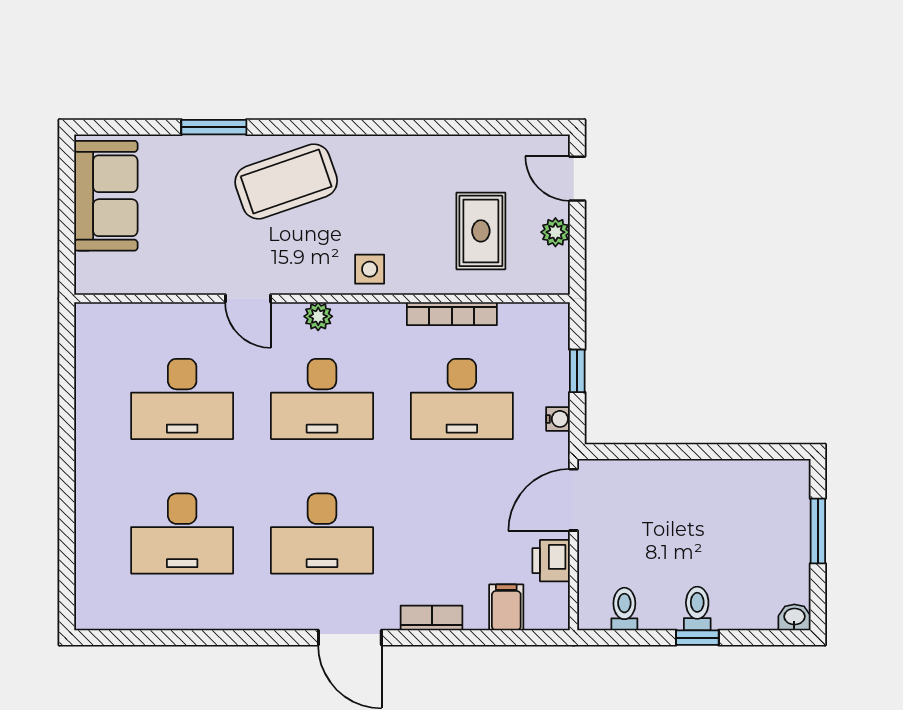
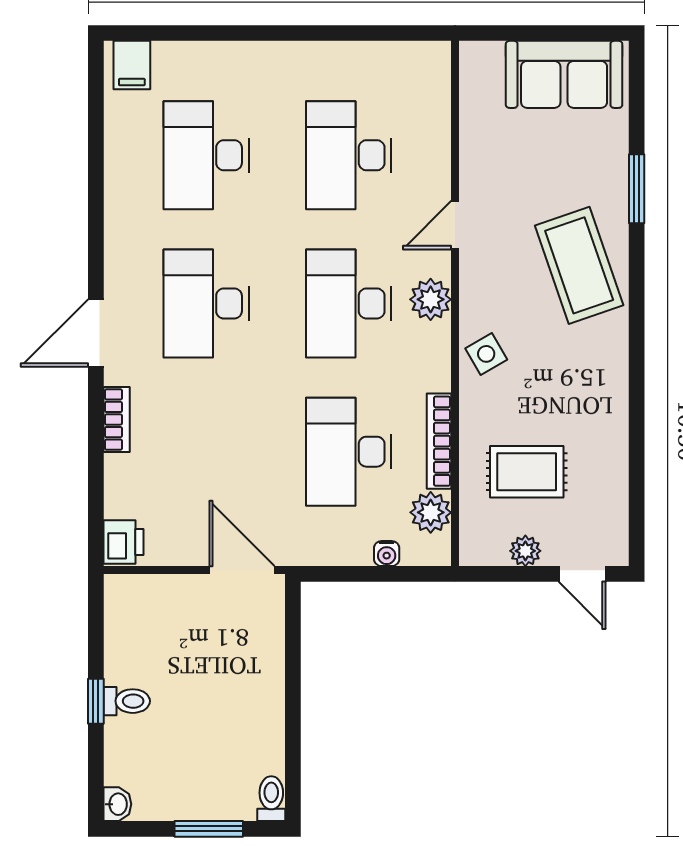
door: (577, 179) -> (582, 574), swing flipped
side table: (370, 269) -> (486, 354), turned -30
plant: (318, 316) -> (431, 299), width x1.38, depth x1.38
plant: (519, 322) -> (431, 512), added
window: (577, 371) -> (378, 574), removed
water cooler: (558, 419) -> (387, 554), moved
printer: (551, 561) -> (123, 542), moved, turned 90
filing cabinet: (506, 607) -> (132, 65), moved, turned 90
toilet: (624, 609) -> (271, 799), moved, turned -90

